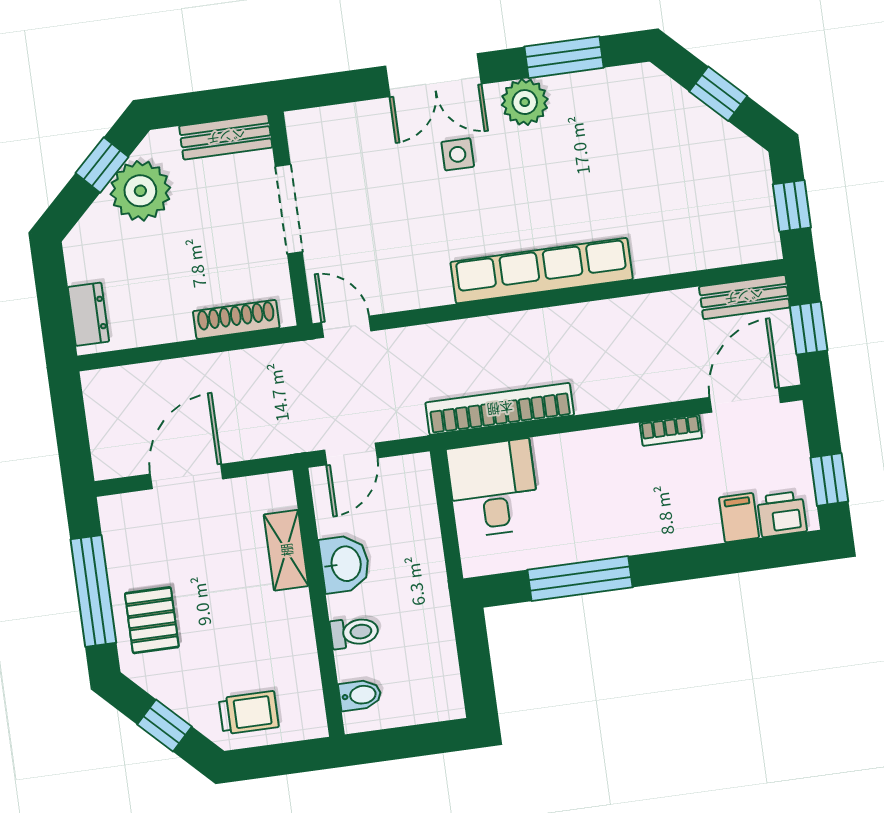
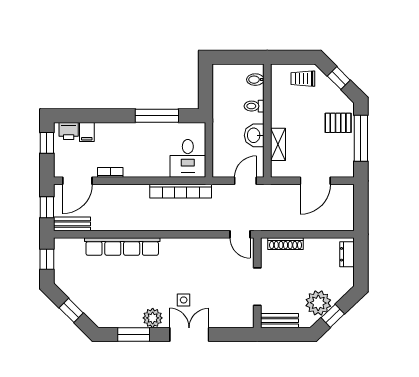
row of seats: (542, 271) -> (122, 247), moved
pallet: (152, 620) -> (338, 123), turned 90

